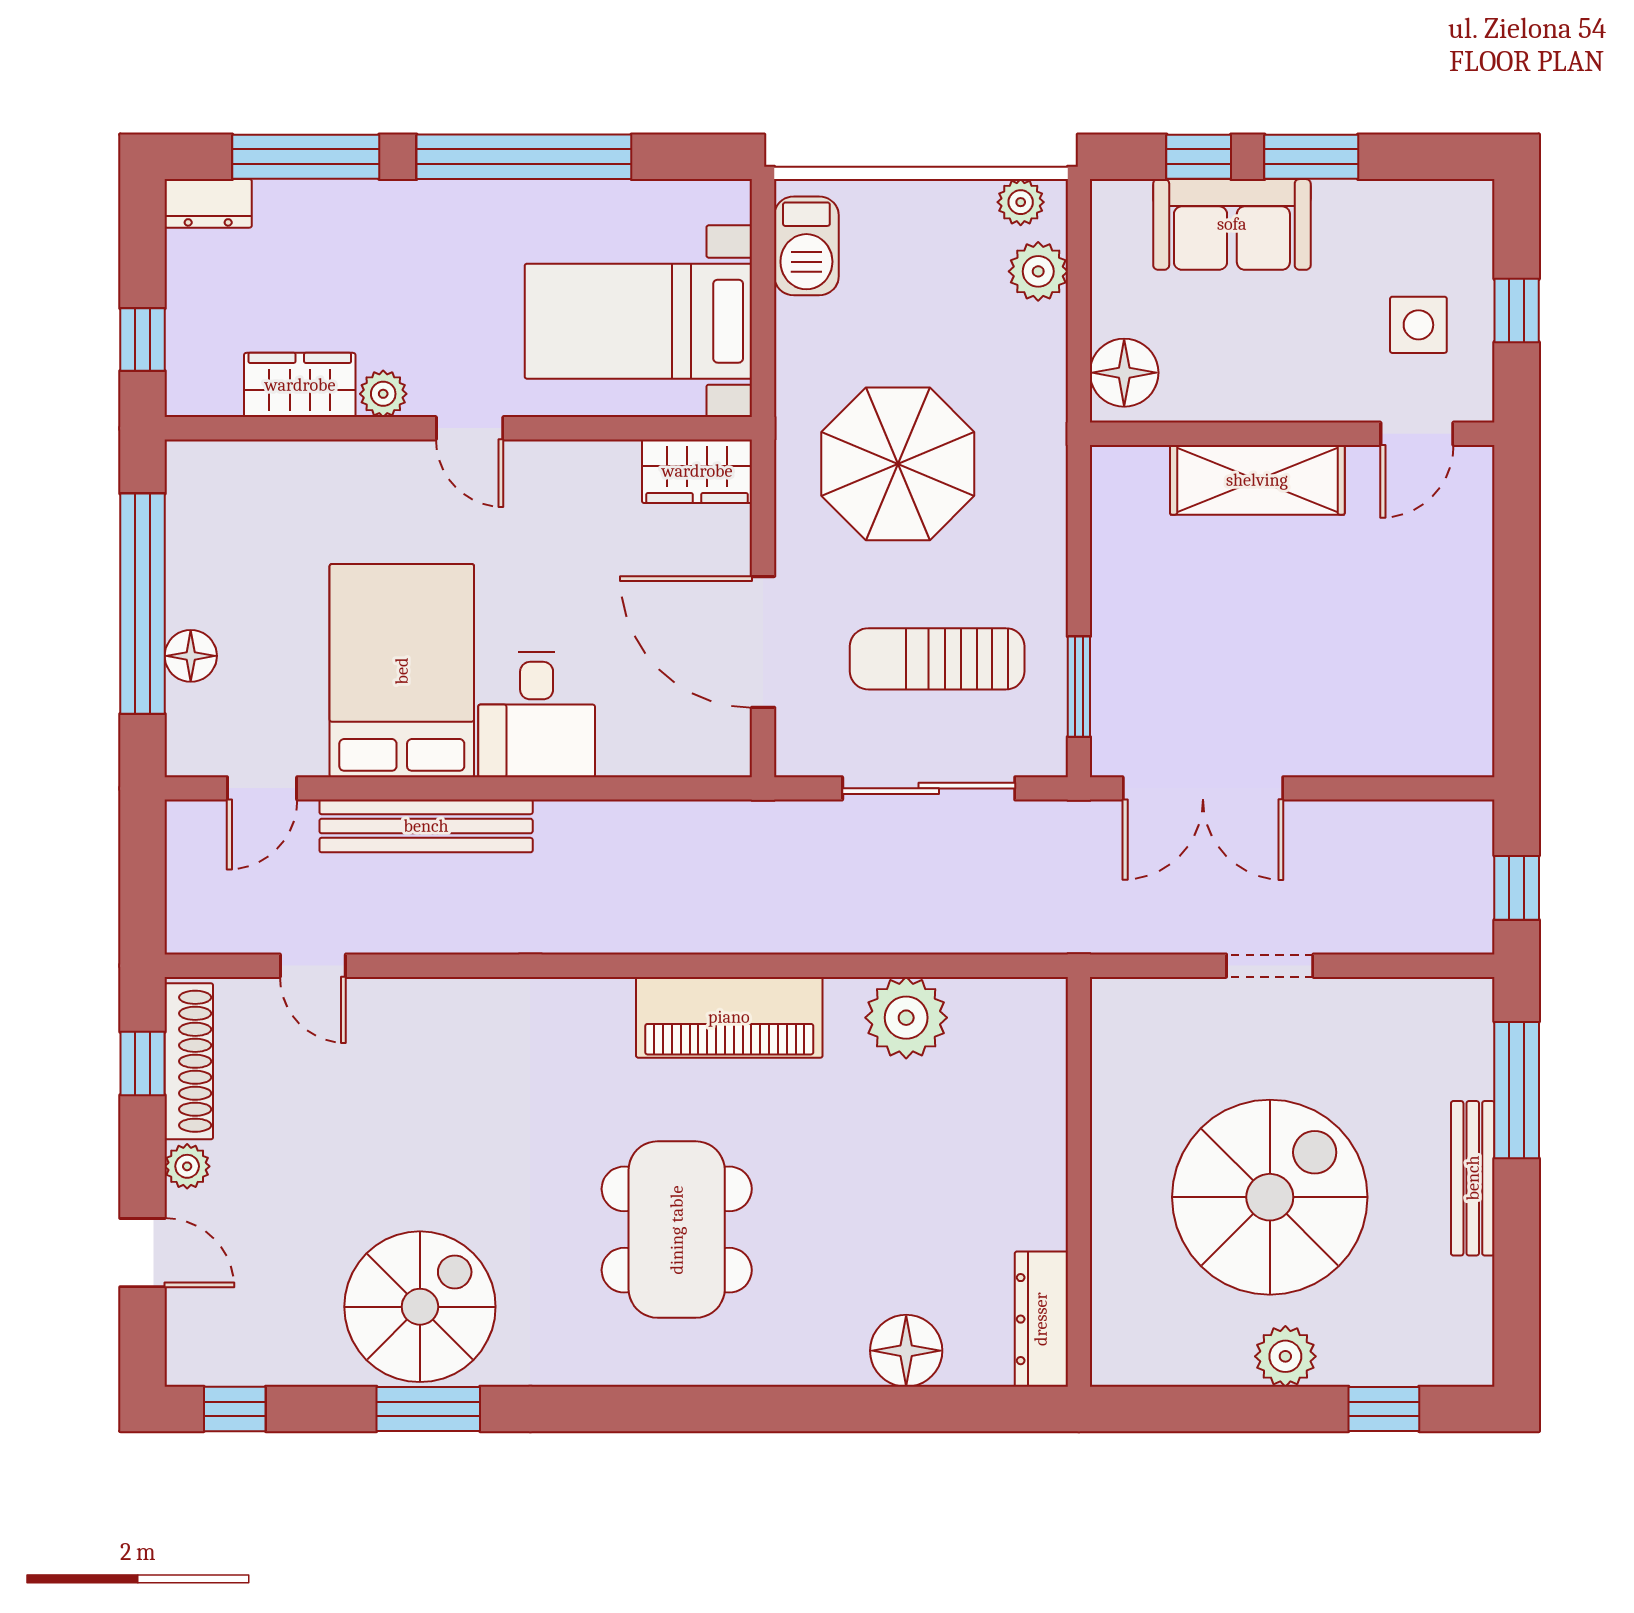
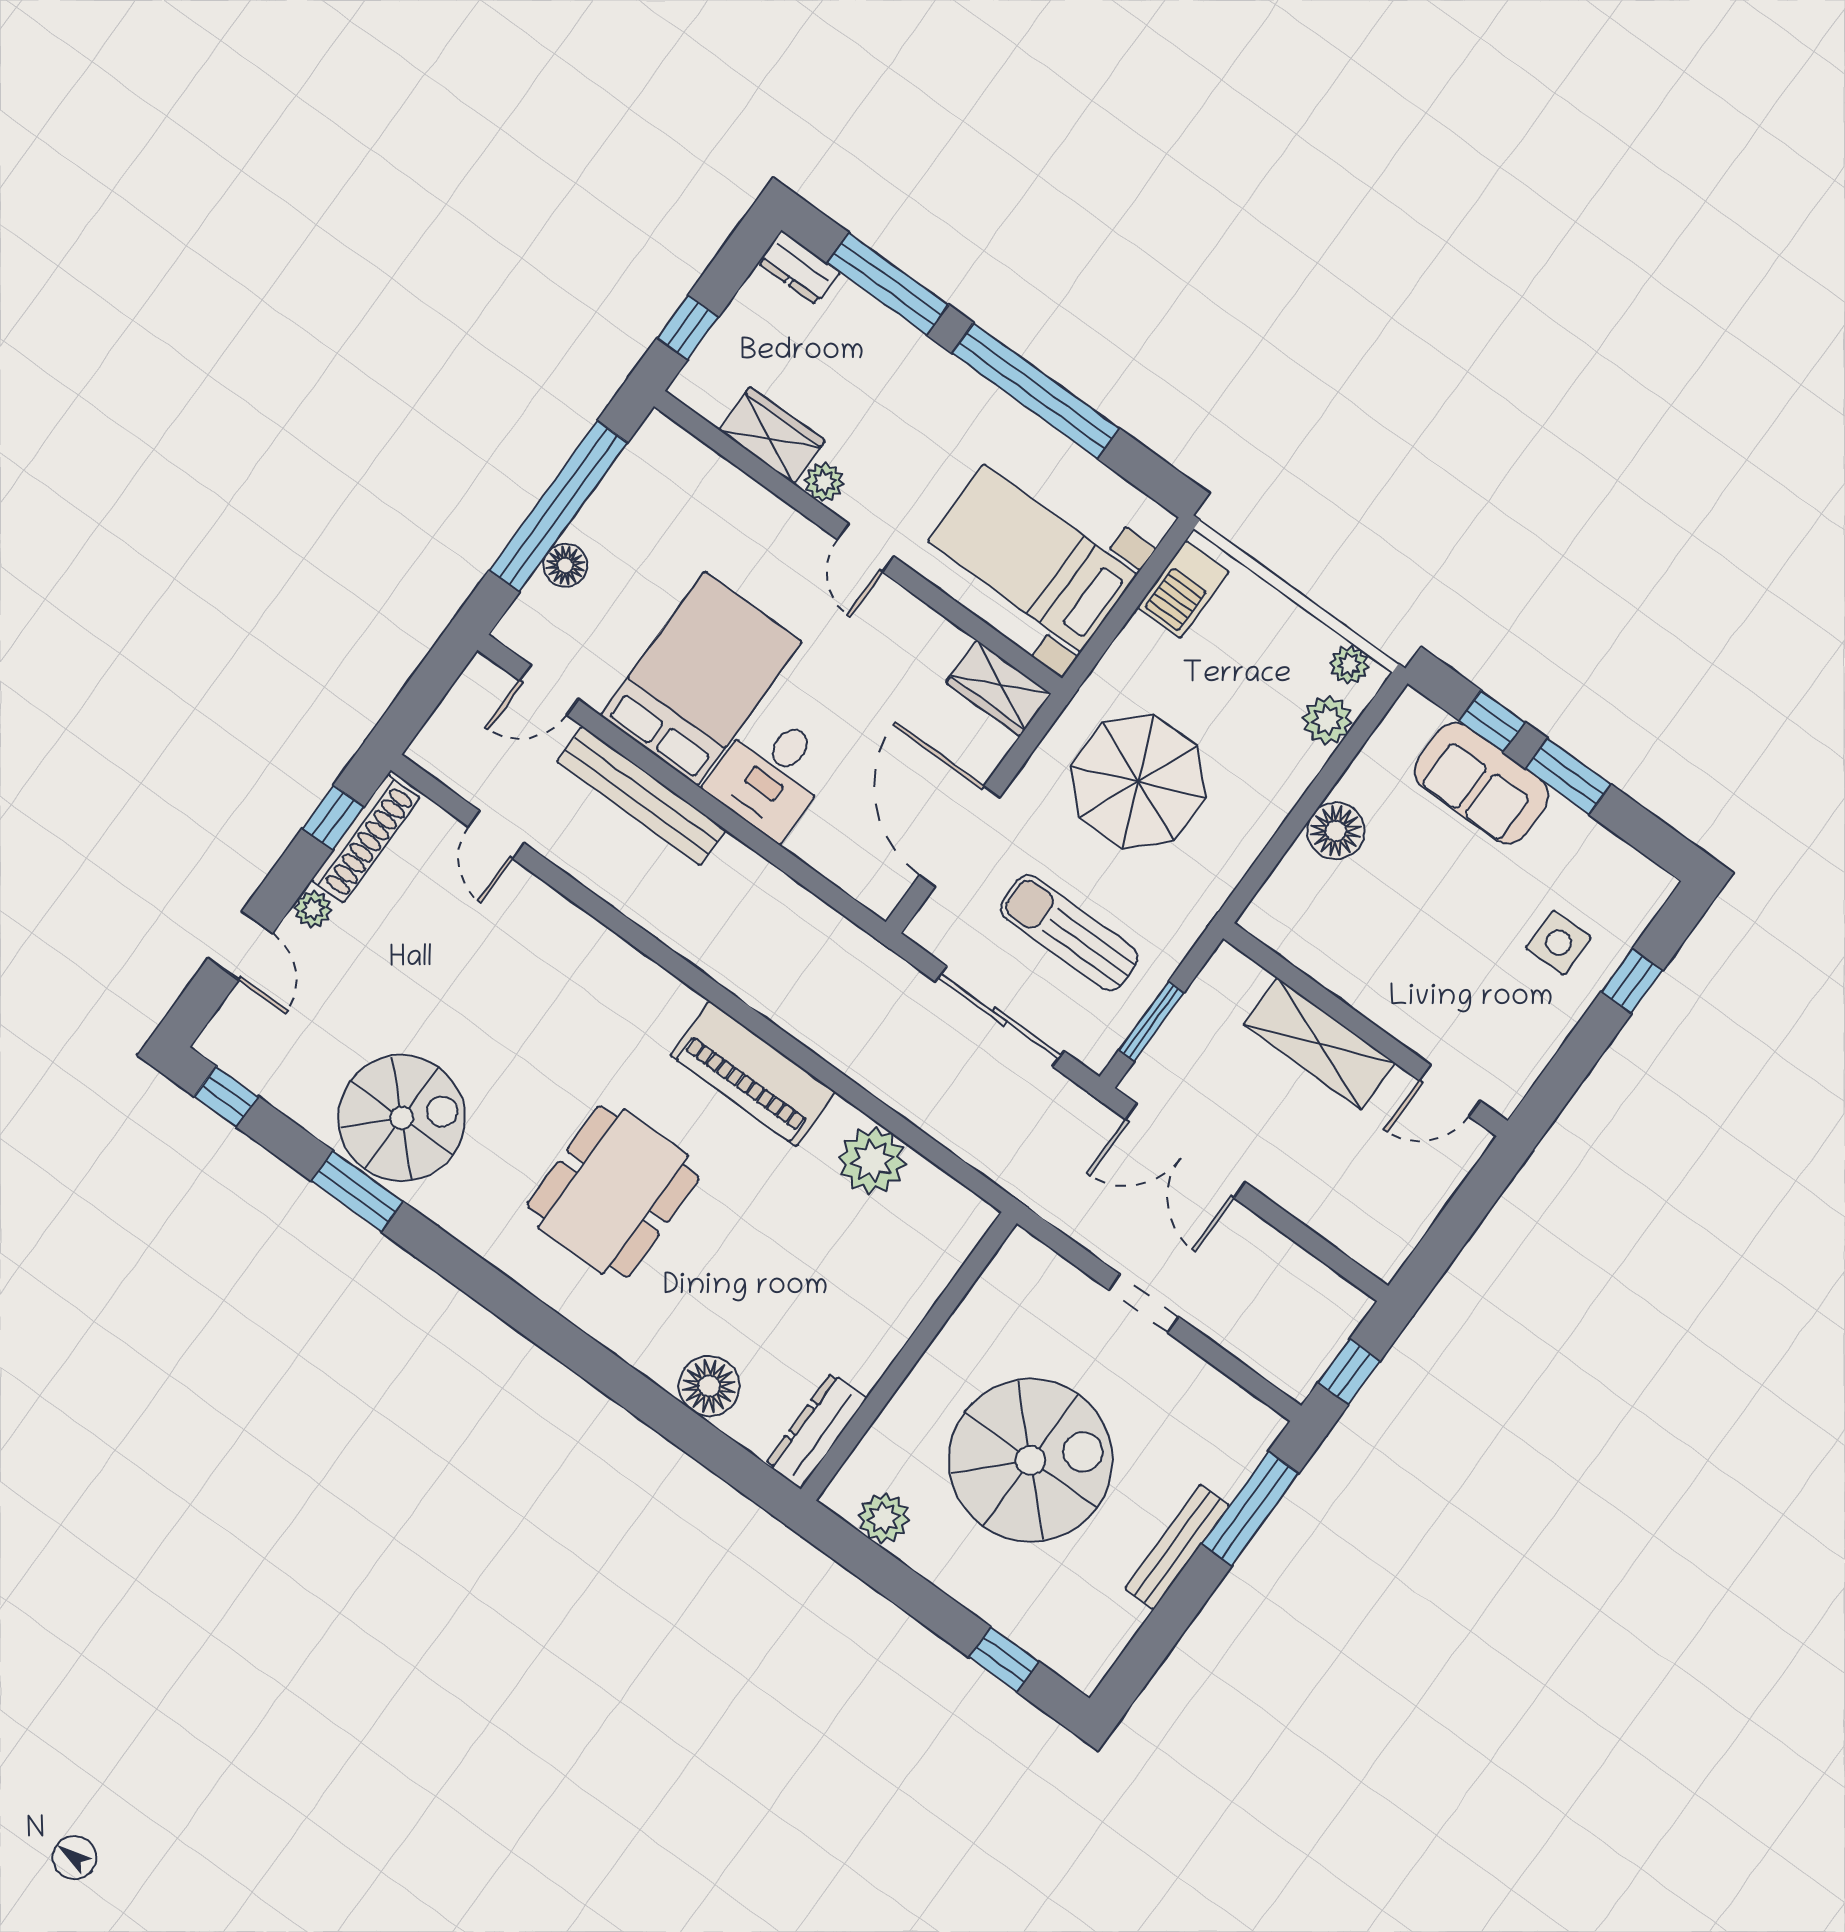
wall: (1292, 434) -> (1365, 1030), moved
door: (1417, 434) -> (1450, 1091), moved
shelving: (1257, 480) -> (1319, 1044), moved
plant: (1285, 1356) -> (884, 1518), moved

